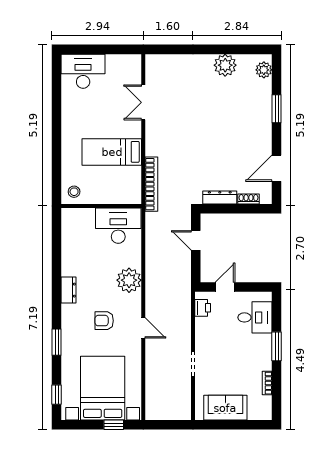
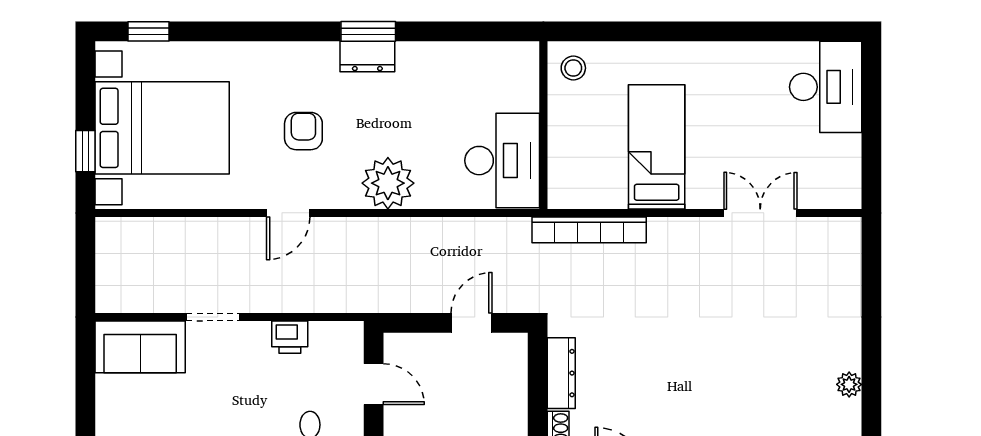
plant: (225, 65) -> (849, 384), width x0.53, depth x0.53
printer: (203, 308) -> (290, 337), moved
window: (57, 342) -> (368, 31), moved
sofa: (225, 408) -> (140, 347), moved, turned 90

